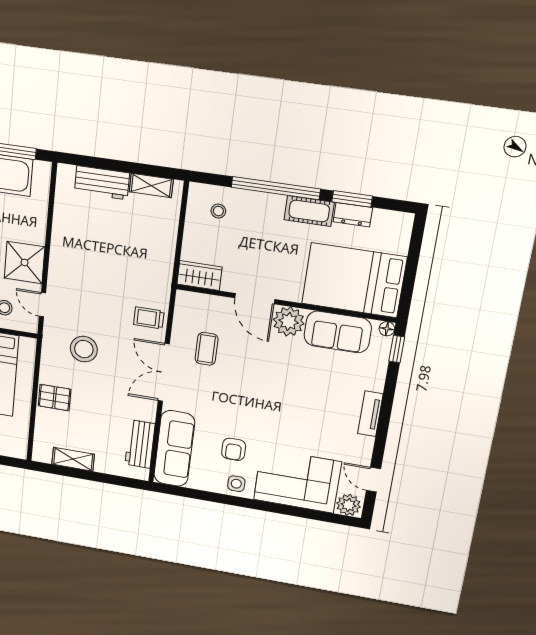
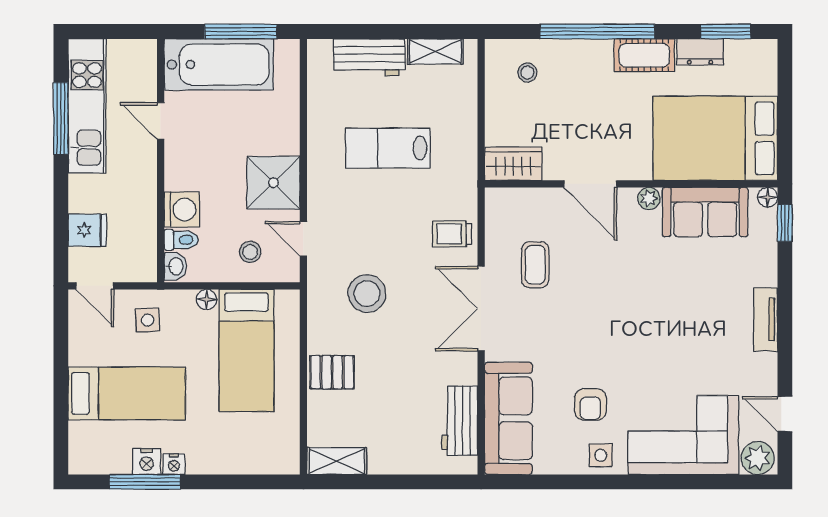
window: (352, 199) -> (726, 32), moved
lab bench: (109, 251) -> (388, 148), added
plant: (289, 321) -> (649, 198), width x0.53, depth x0.53
shelving: (73, 459) -> (337, 461), moved

